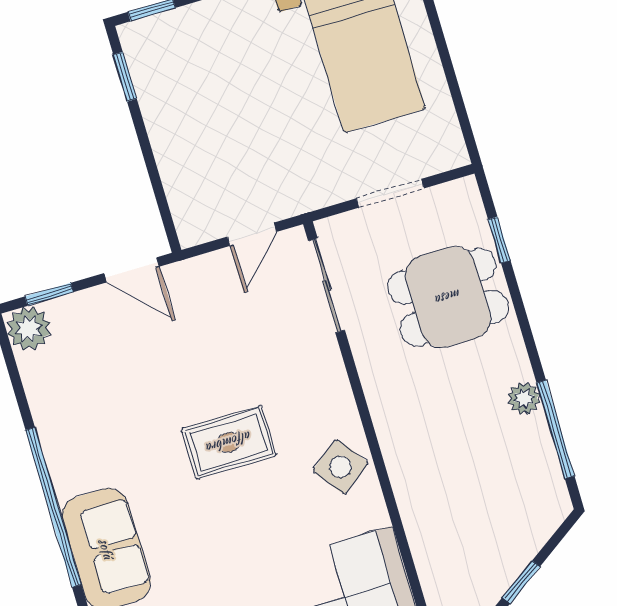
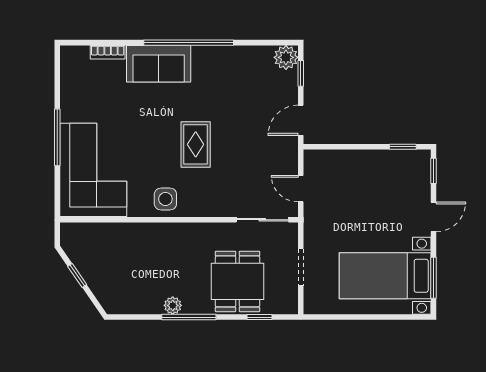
window: (555, 429) -> (189, 317), moved
side table: (341, 467) -> (165, 199), turned 37

